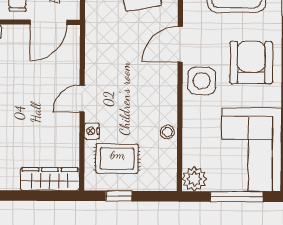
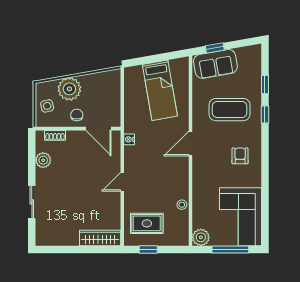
door: (49, 22) -> (99, 129), hinge flipped
armchair: (251, 63) -> (240, 156), width x0.53, depth x0.53
side table: (202, 81) -> (206, 169), removed
nightstand: (92, 131) -> (129, 139), moved

